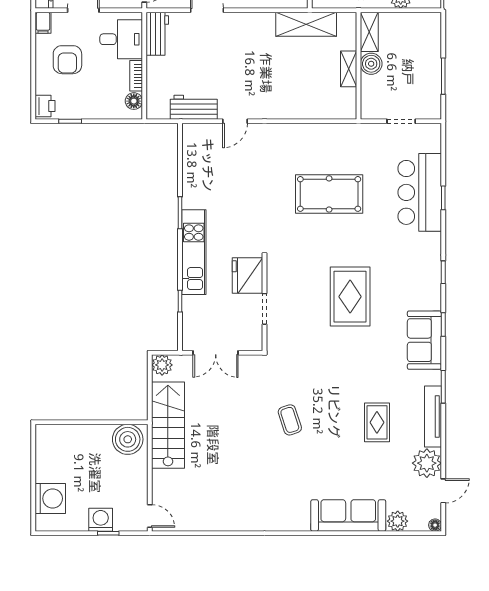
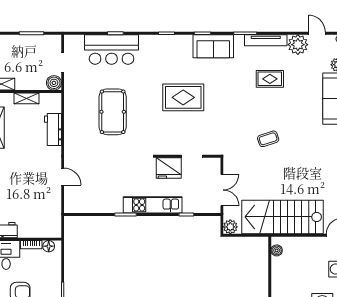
boiler: (371, 64) -> (54, 83), moved
workbench: (194, 107) -> (53, 130), moved
stairs: (168, 425) -> (282, 217), width x1.36, depth x1.51
boiler: (128, 439) -> (277, 250), width x0.54, depth x0.54

